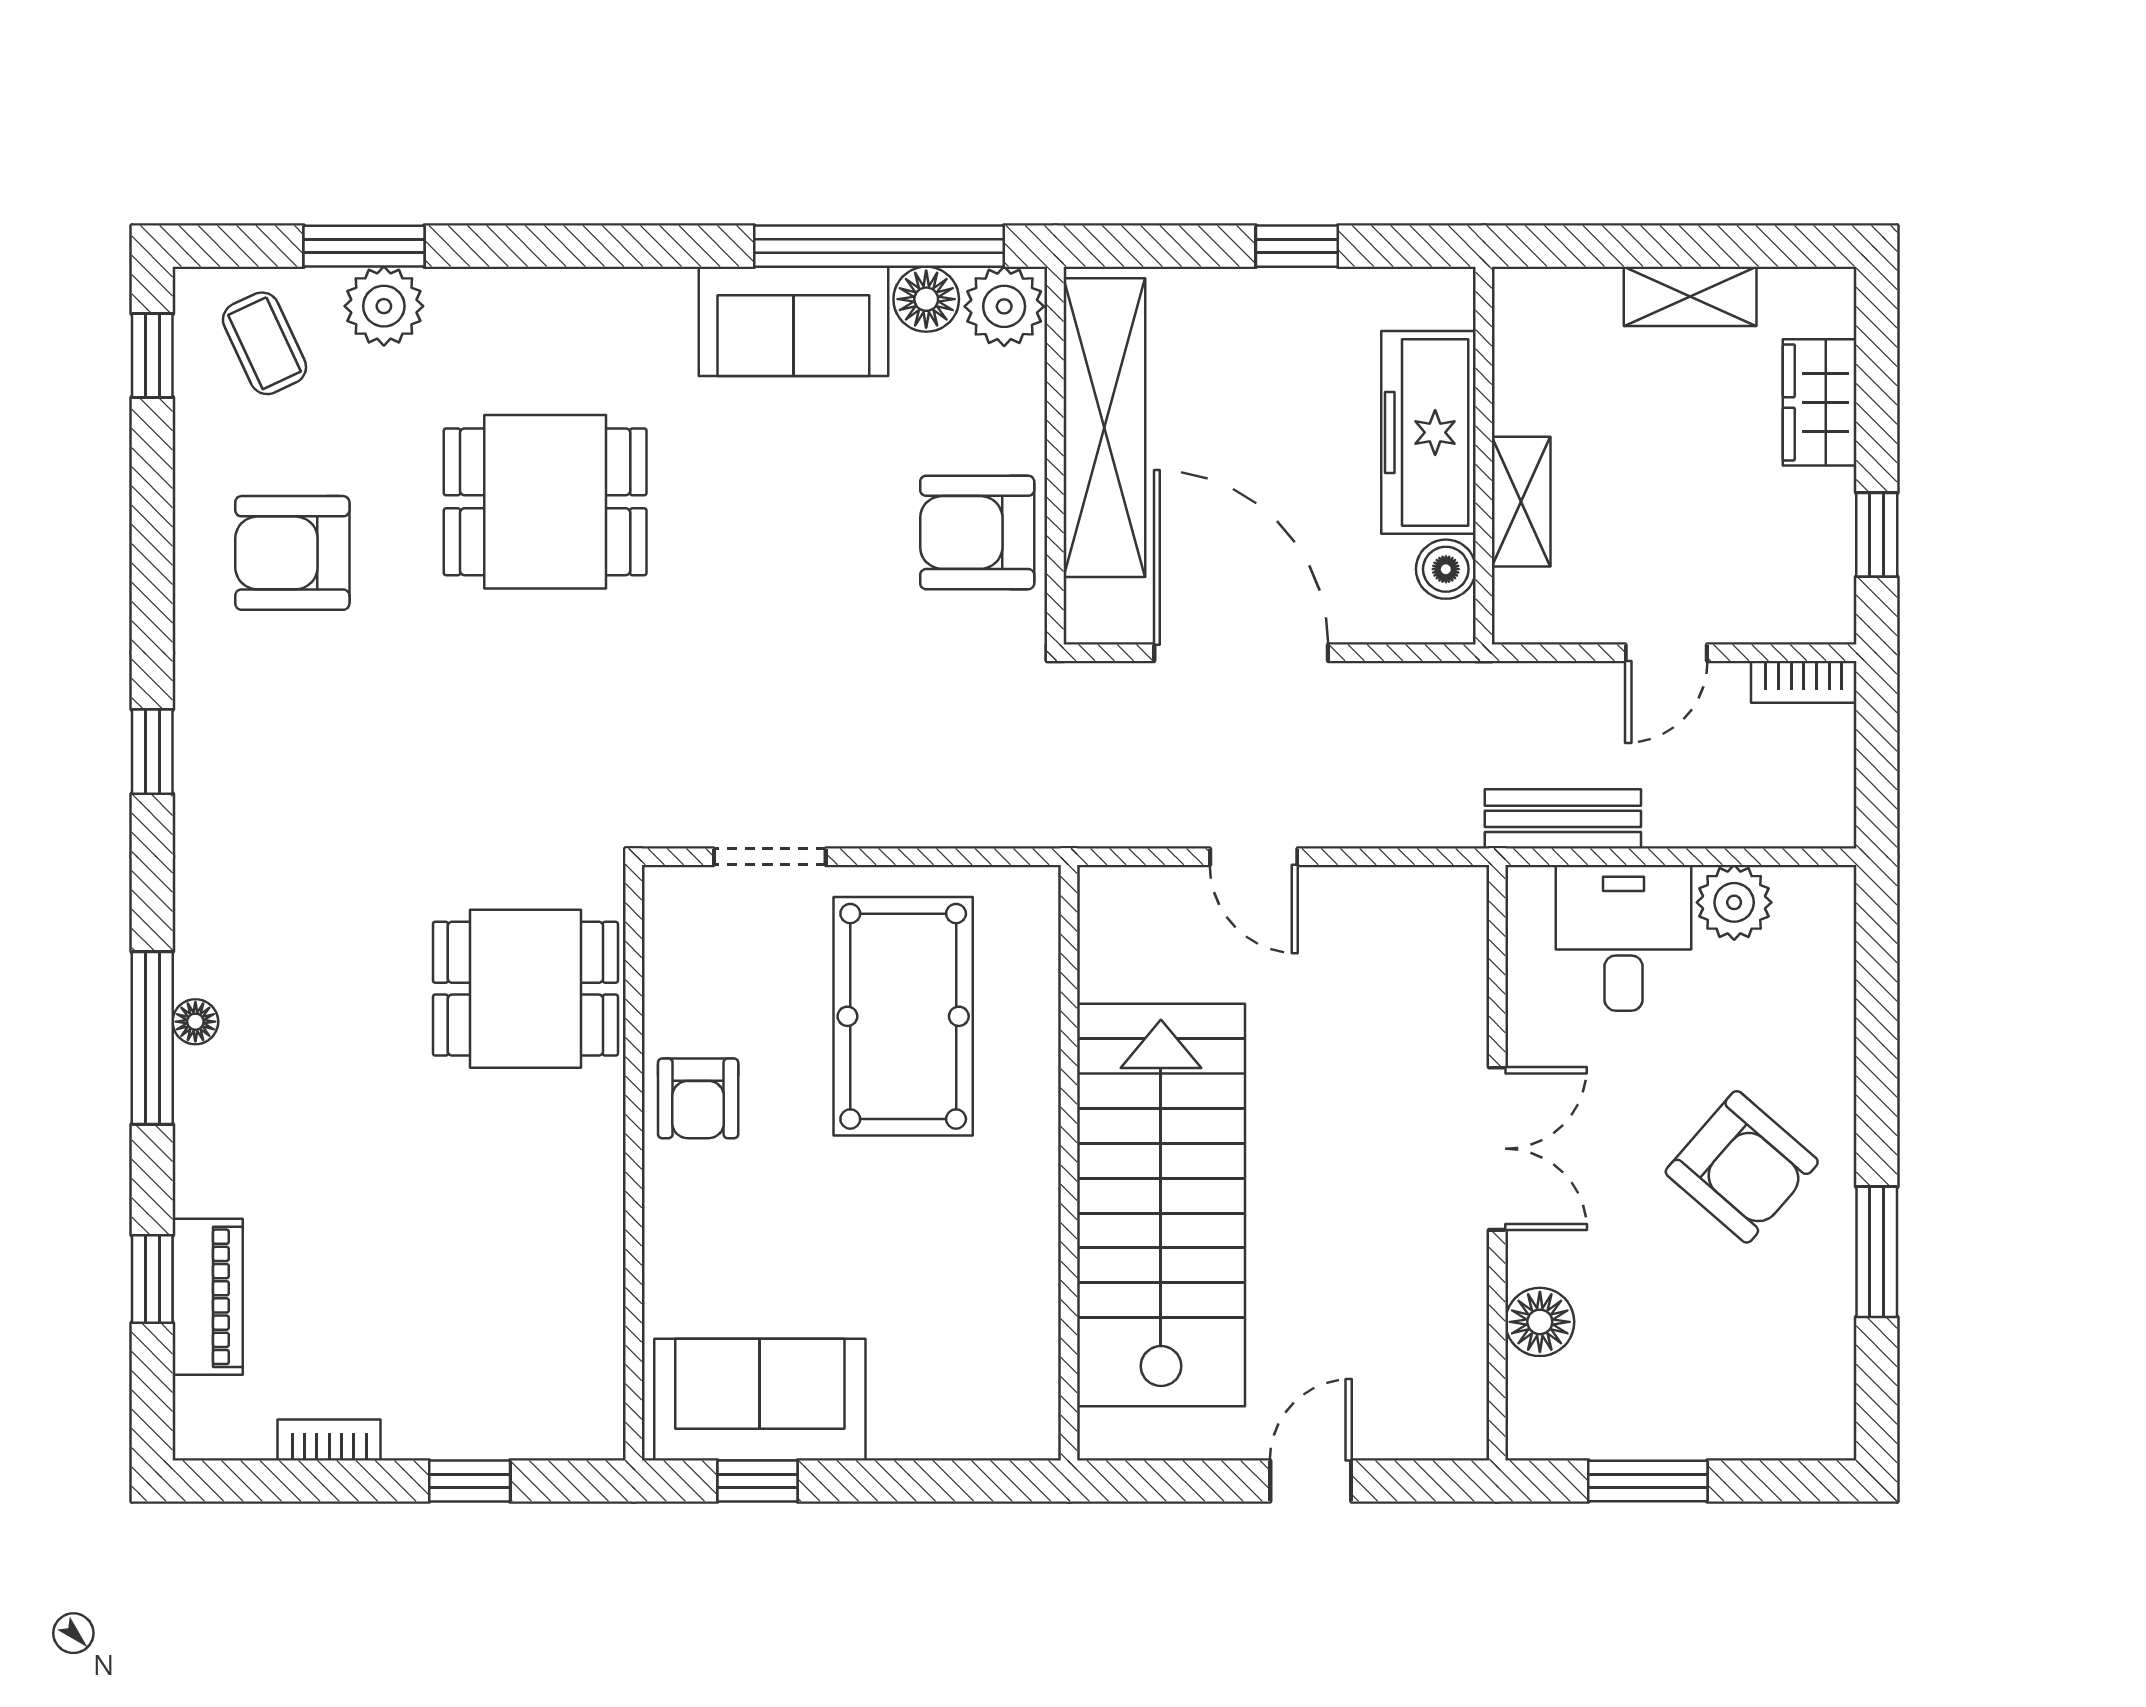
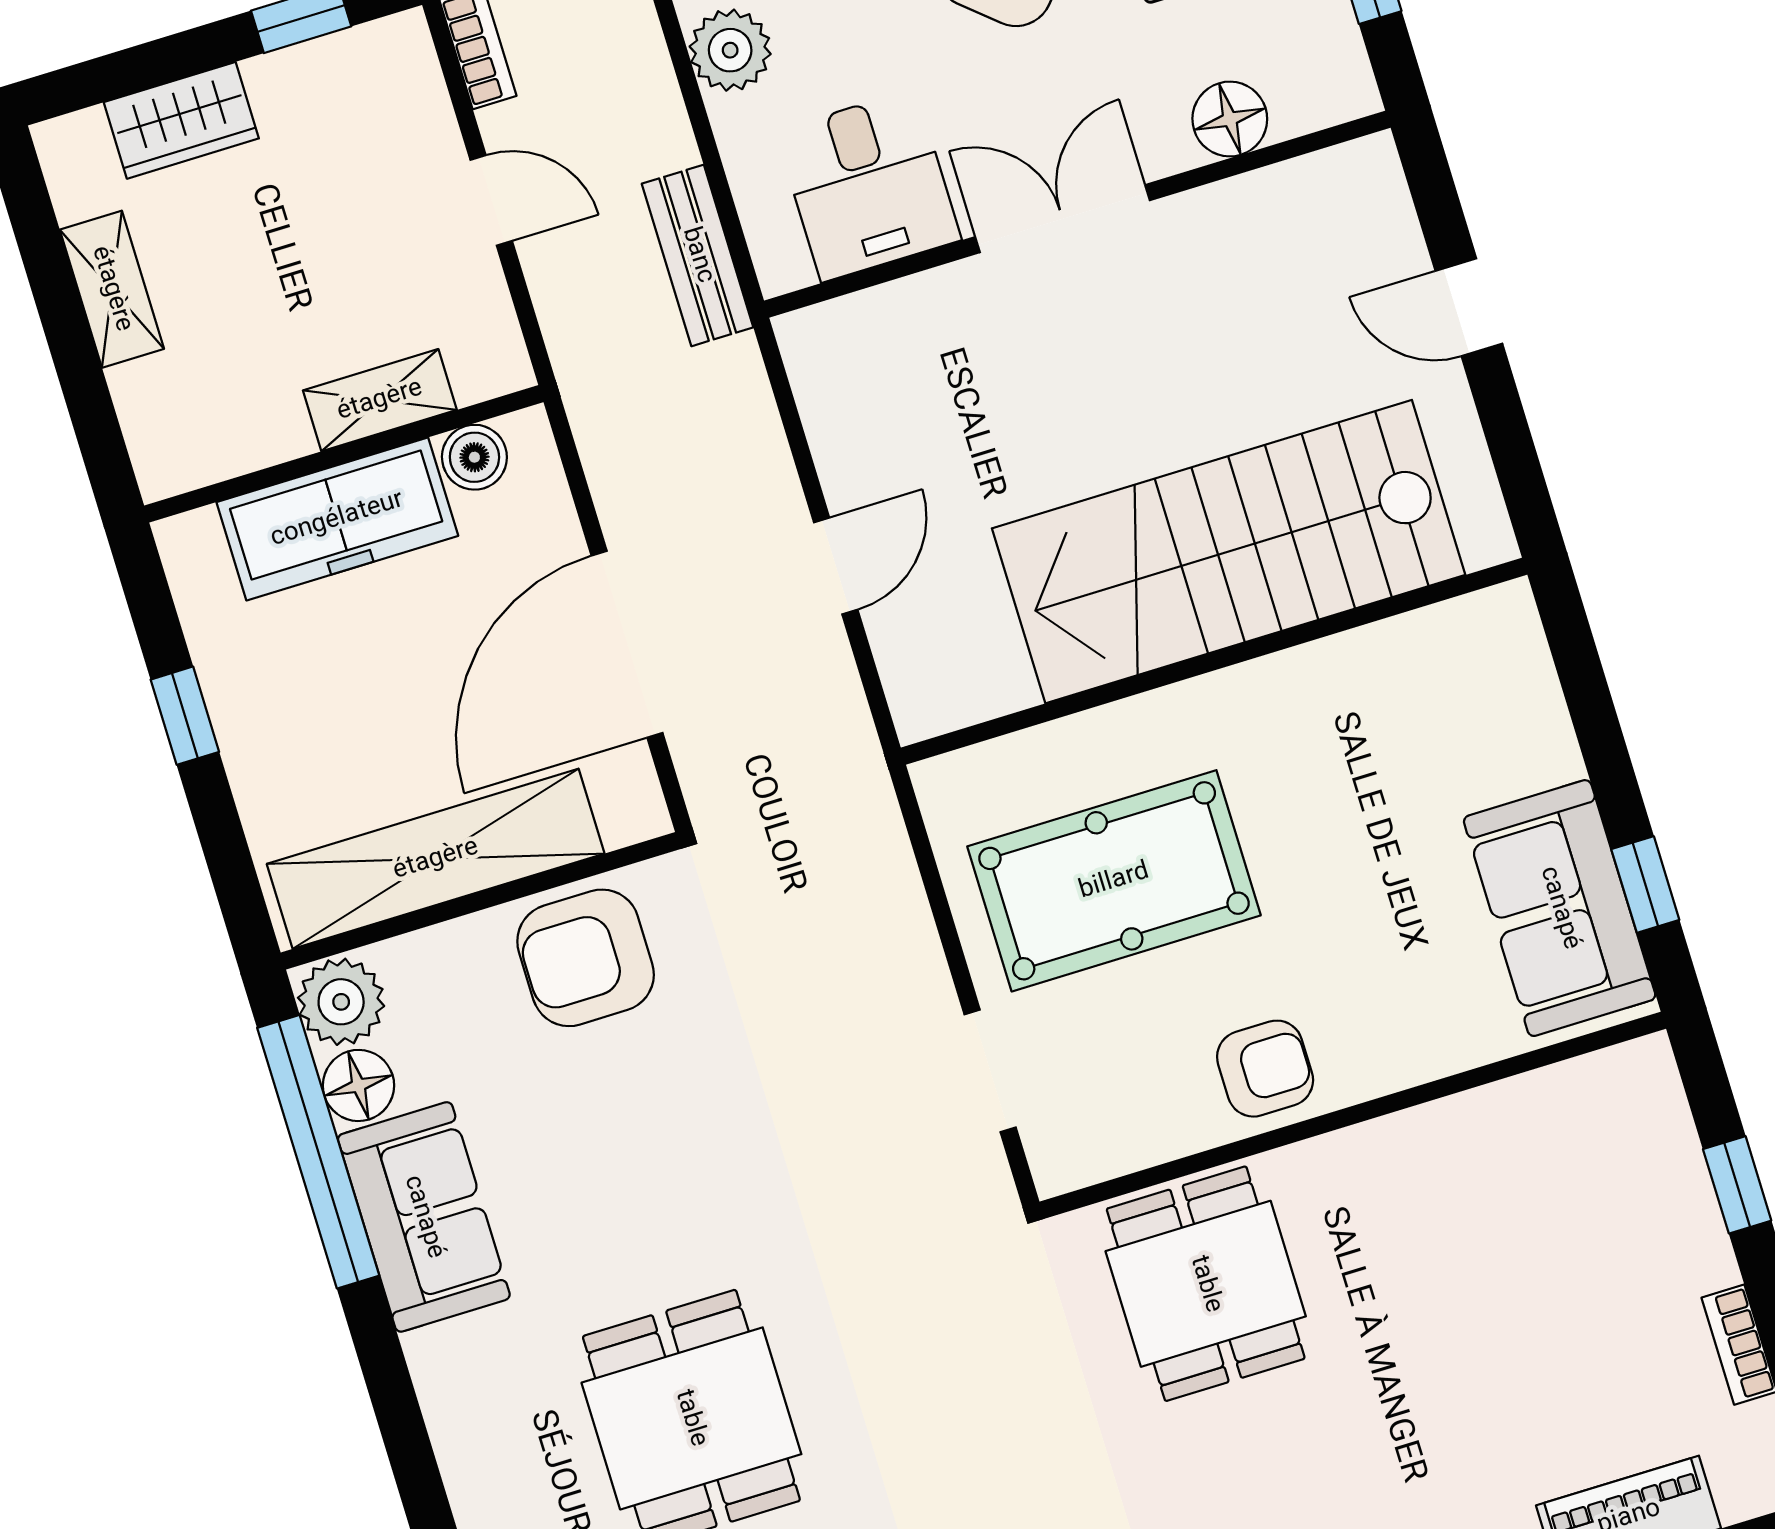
armchair: (977, 532) -> (586, 958), turned 90
desk: (1624, 938) -> (868, 185), moved, turned -90

